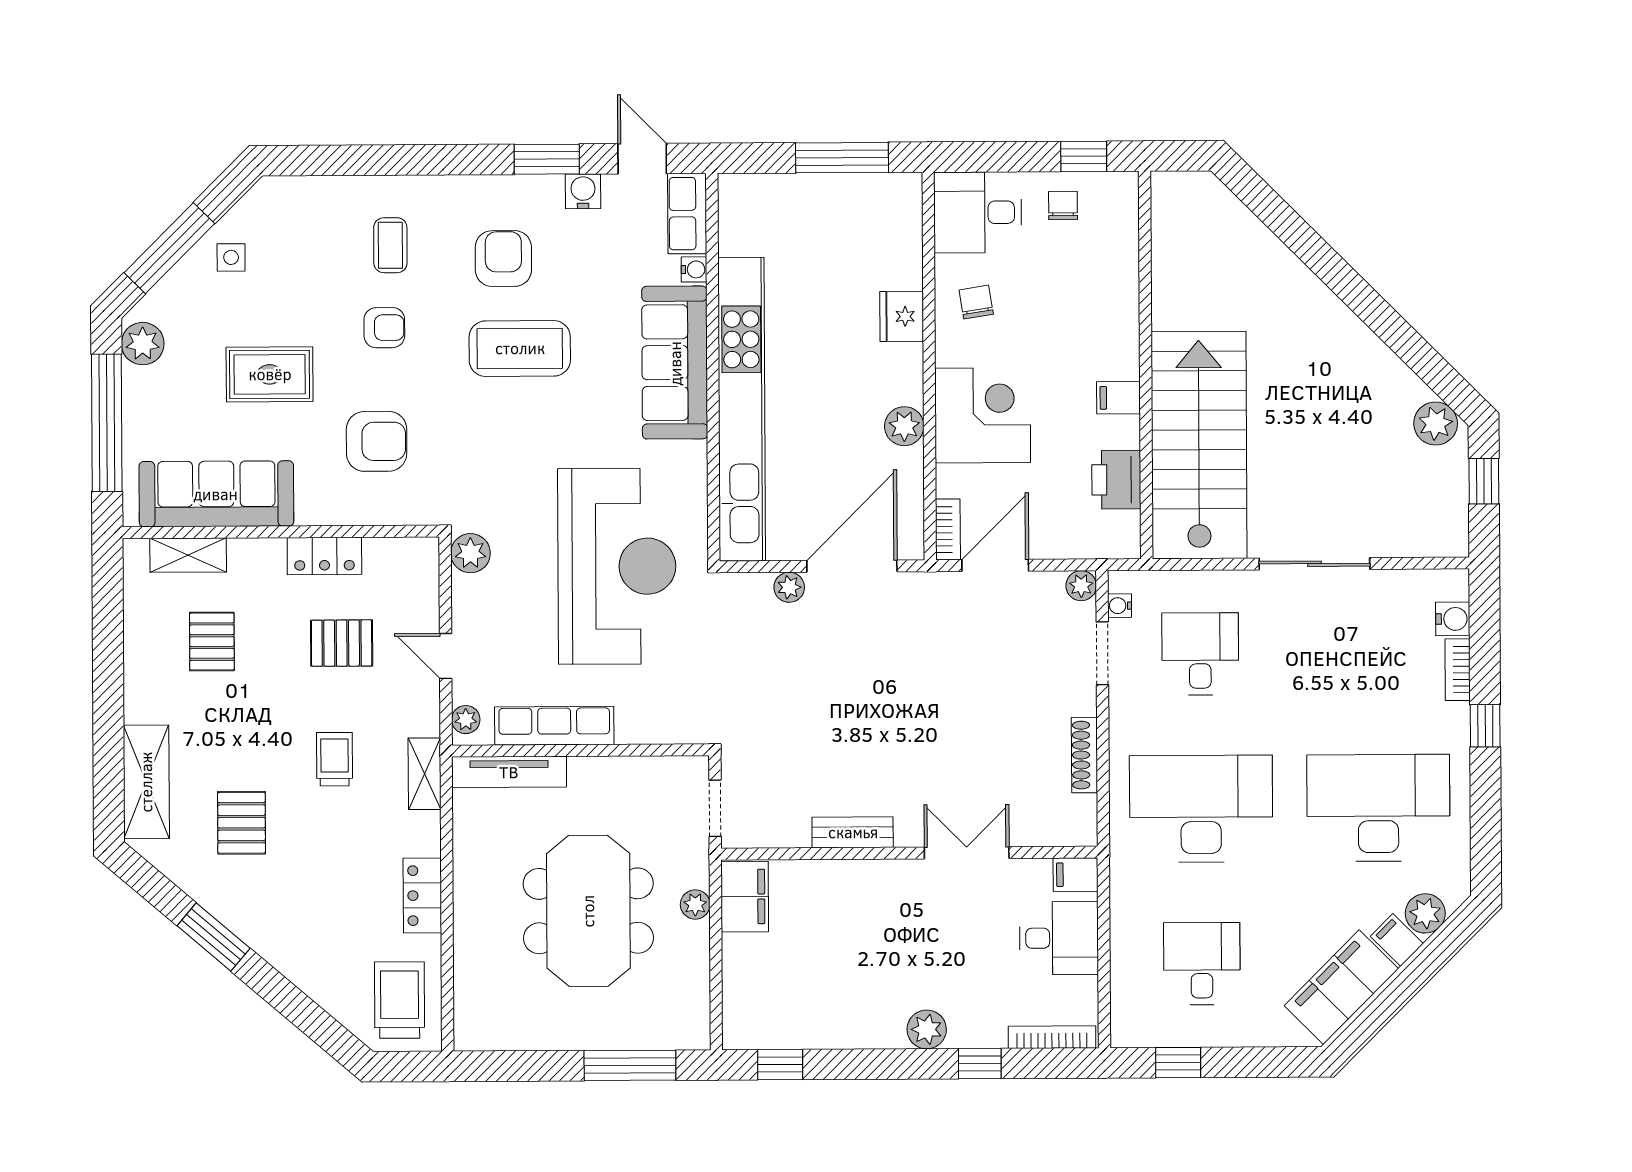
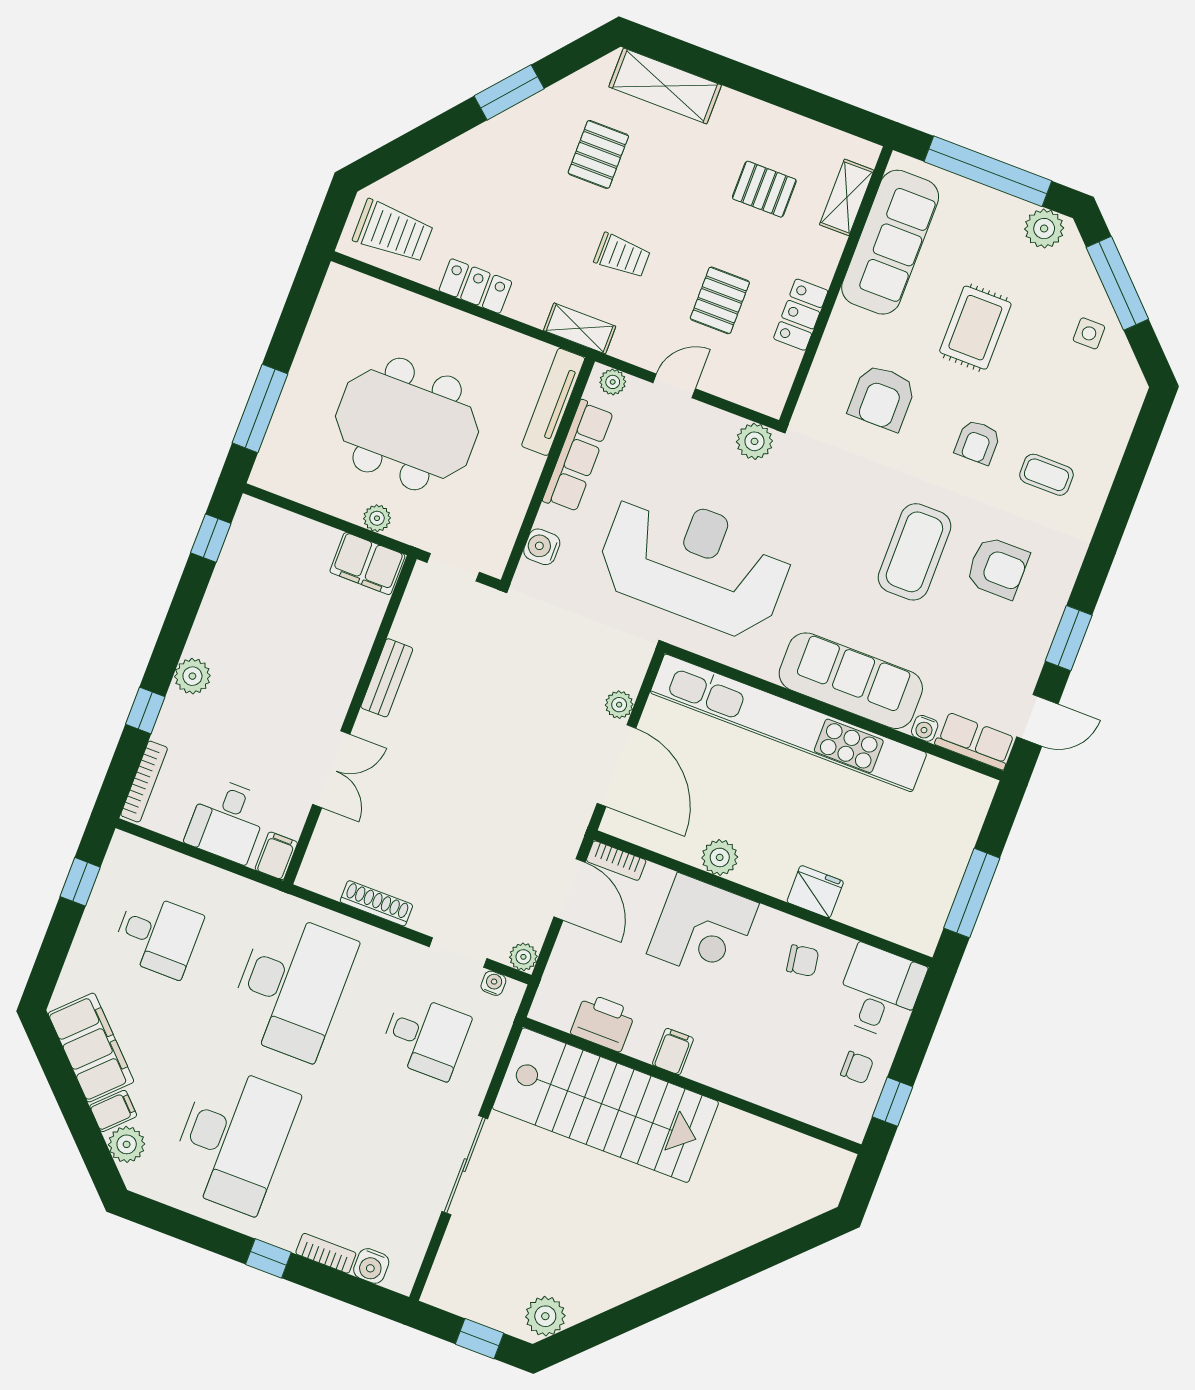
water cooler: (583, 191) -> (542, 547), moved, turned 180
reception desk: (617, 566) -> (695, 563), turned 180
pallet: (242, 823) -> (598, 154), turned 90

